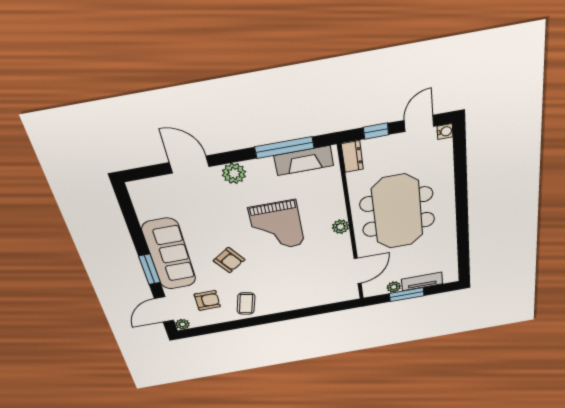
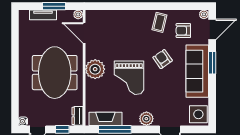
side table: (147, 196) -> (198, 114), added
grand piano: (277, 226) -> (129, 78), turned 180
plant: (341, 227) -> (95, 69), width x1.88, depth x1.88
door: (358, 271) -> (84, 33), hinge flipped
plant: (394, 287) -> (78, 14), moved

